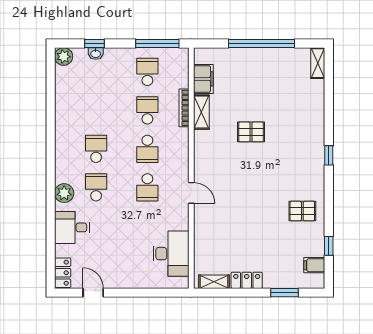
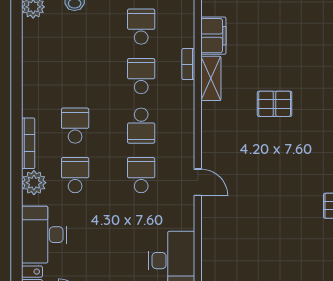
bookcase: (184, 108) -> (188, 64), width x0.64
bookcase: (60, 163) -> (28, 143), added
school desk: (147, 187) -> (141, 175), turned 180
desk: (72, 227) -> (44, 235), width x1.37

